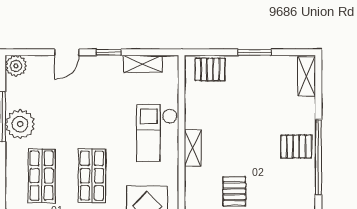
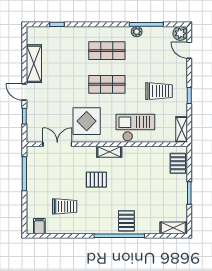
door: (67, 52) -> (189, 50), moved
shelving: (143, 64) -> (182, 129), moved
trolley: (102, 98) -> (159, 91), added
plant: (20, 124) -> (137, 32), width x0.53, depth x0.53
shelving: (193, 148) -> (109, 152), moved

